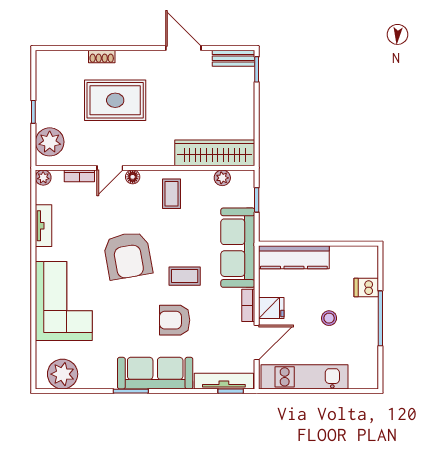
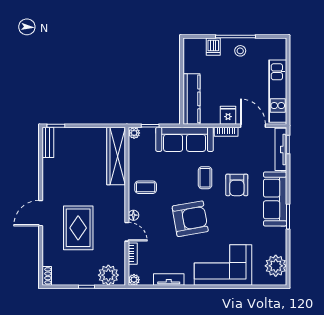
door: (183, 48) -> (41, 213), moved
shoe rack: (102, 57) -> (47, 276), moved
plant: (222, 178) -> (134, 133), moved
stool: (329, 318) -> (240, 51), moved

